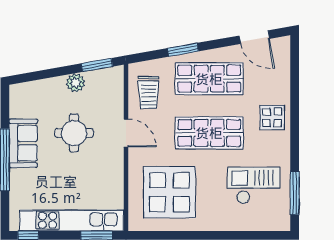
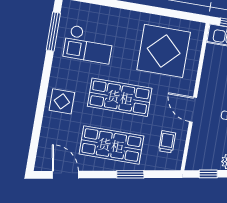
window: (97, 65) -> (208, 174), width x0.67
trolley: (148, 93) -> (167, 142), width x0.73, depth x0.72

